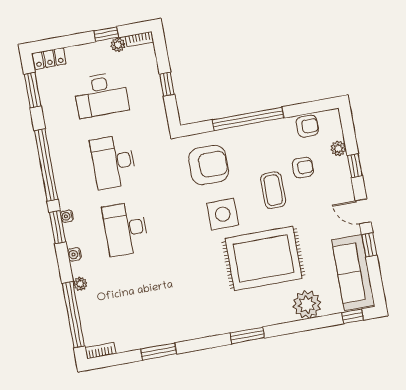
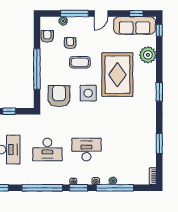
window: (355, 166) -> (74, 14), width x2.17
desk: (125, 229) -> (86, 150), turned 180
window: (369, 245) -> (136, 14), moved
window: (73, 315) -> (115, 188), moved

